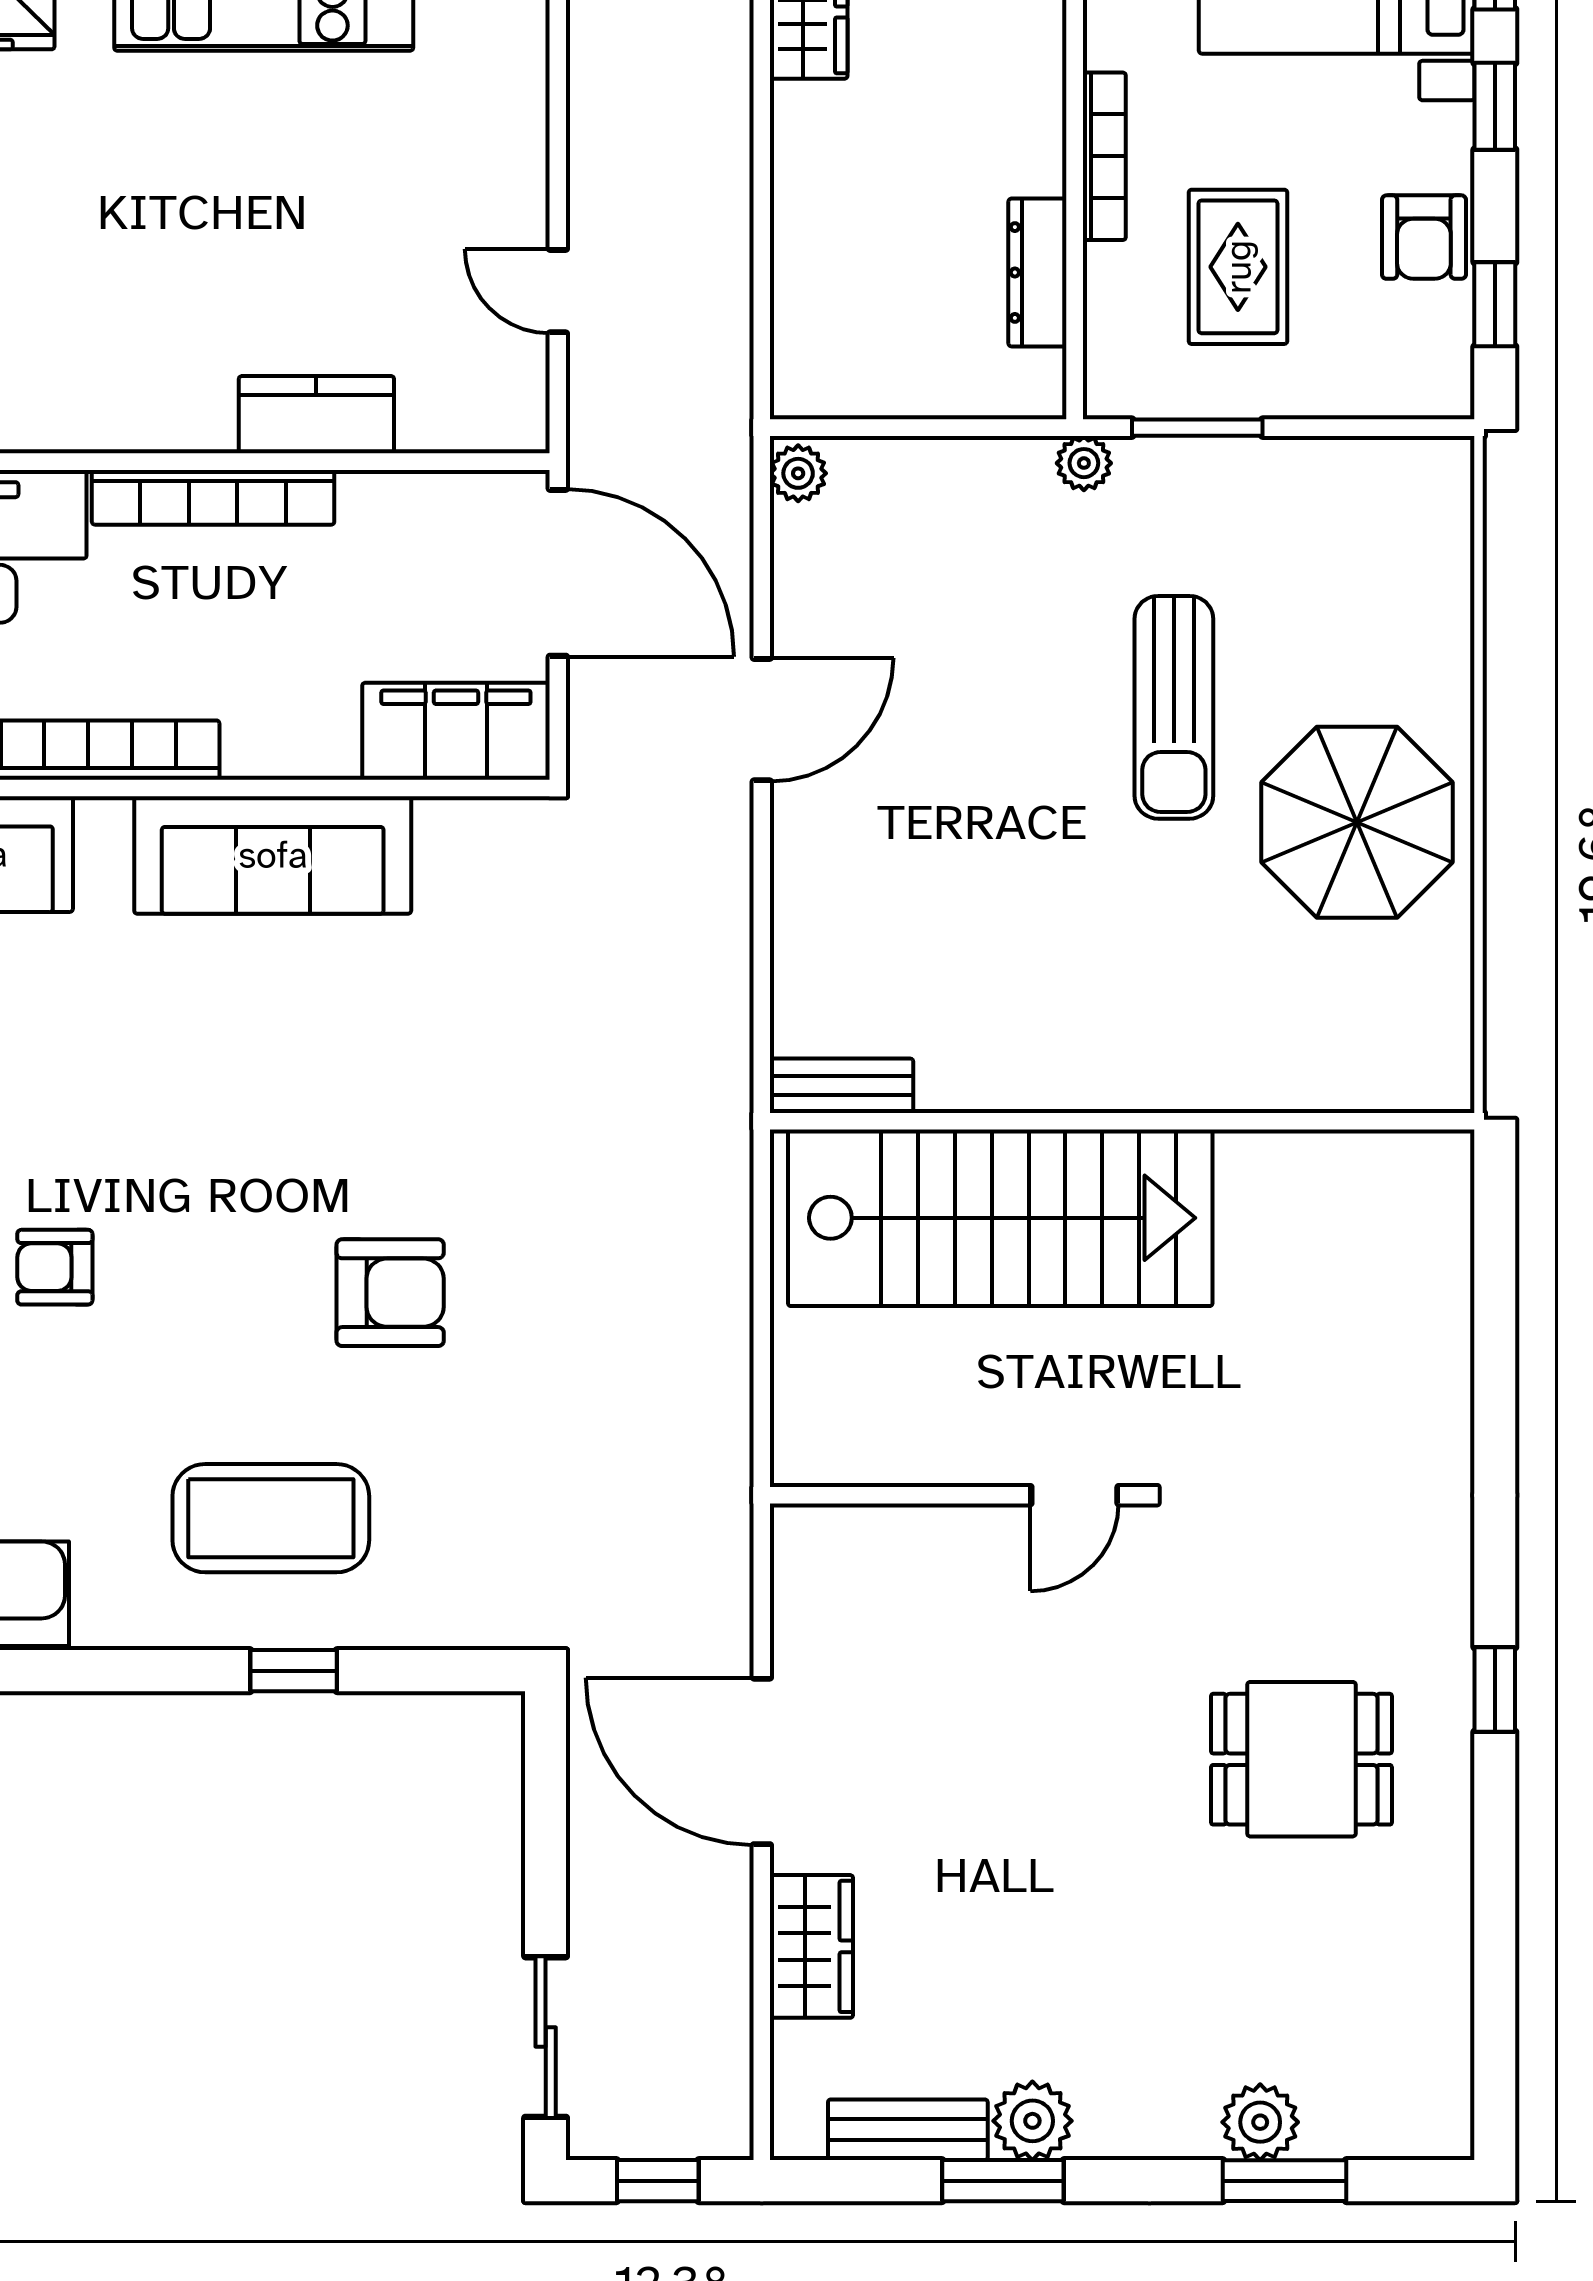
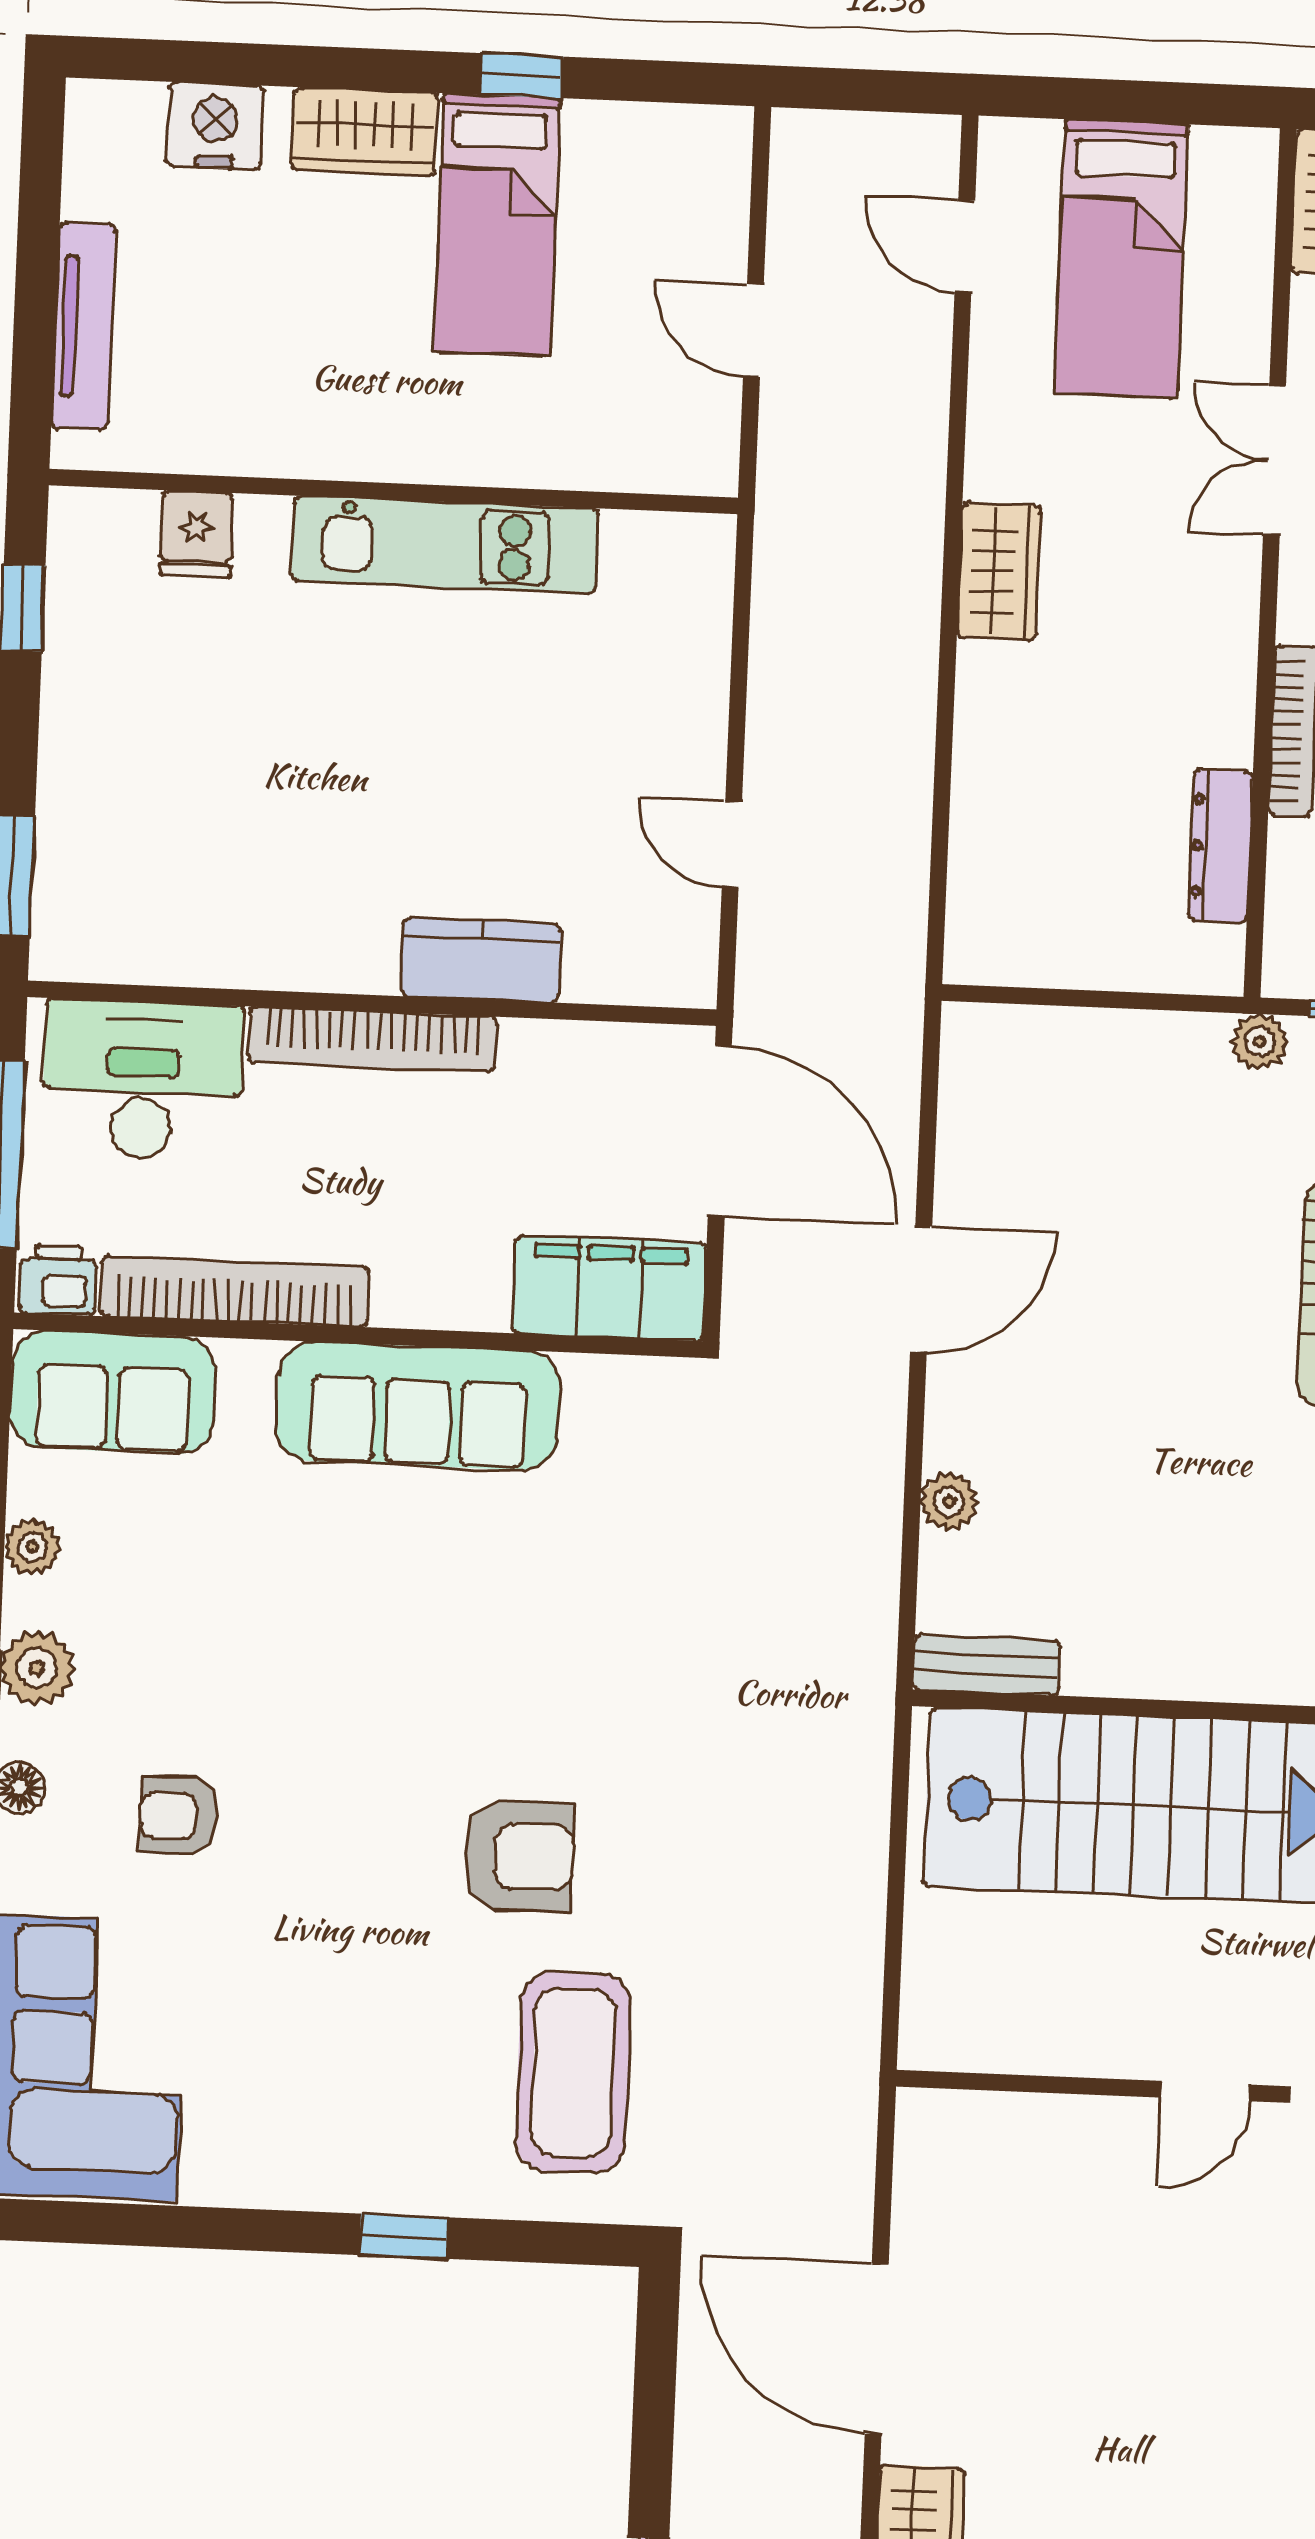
plant: (798, 473) -> (949, 1502), moved
coffee table: (271, 1518) -> (573, 2072), moved, turned 90

